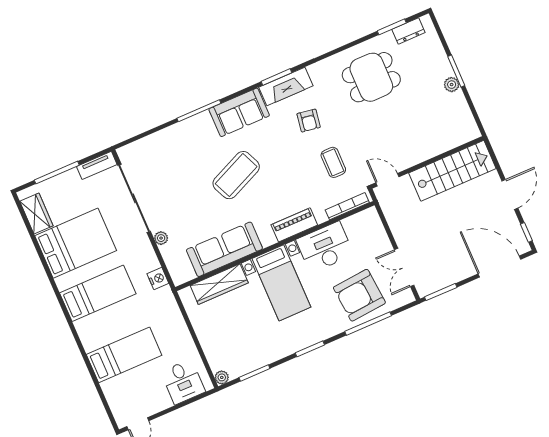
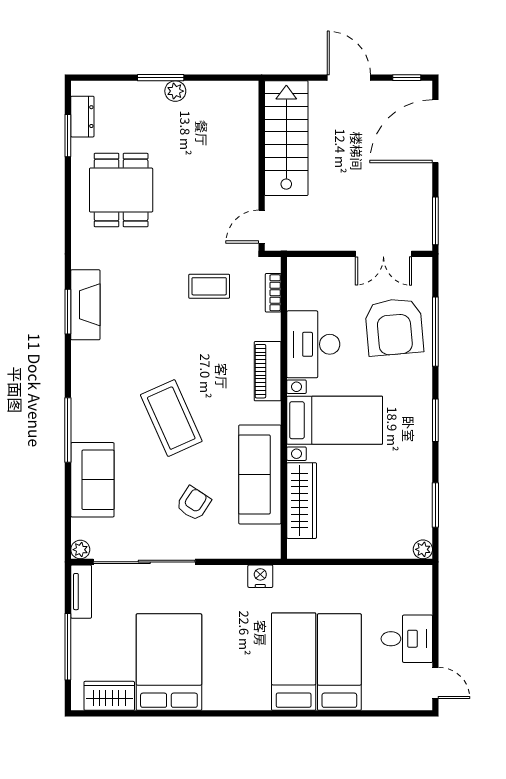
sofa: (239, 112) -> (92, 480), moved
armchair: (309, 121) -> (194, 503), moved, turned -66
bookcase: (347, 206) -> (273, 293), width x0.64
plant: (161, 238) -> (80, 550), moved
bed: (98, 293) -> (294, 662), moved
desk: (183, 382) -> (407, 639), moved

